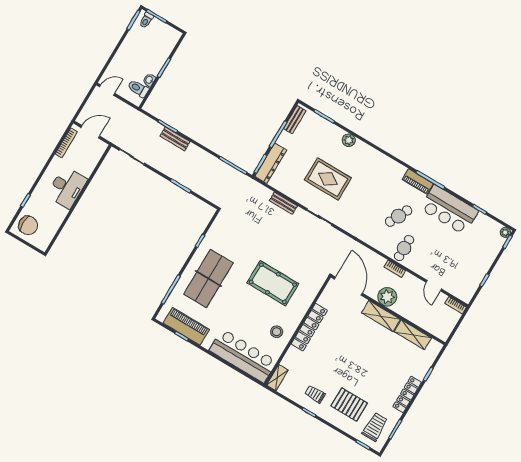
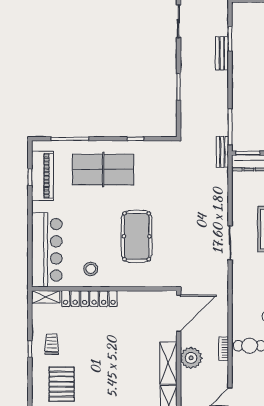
bench: (283, 203) -> (222, 152), moved
locker: (309, 327) -> (89, 299), moved

